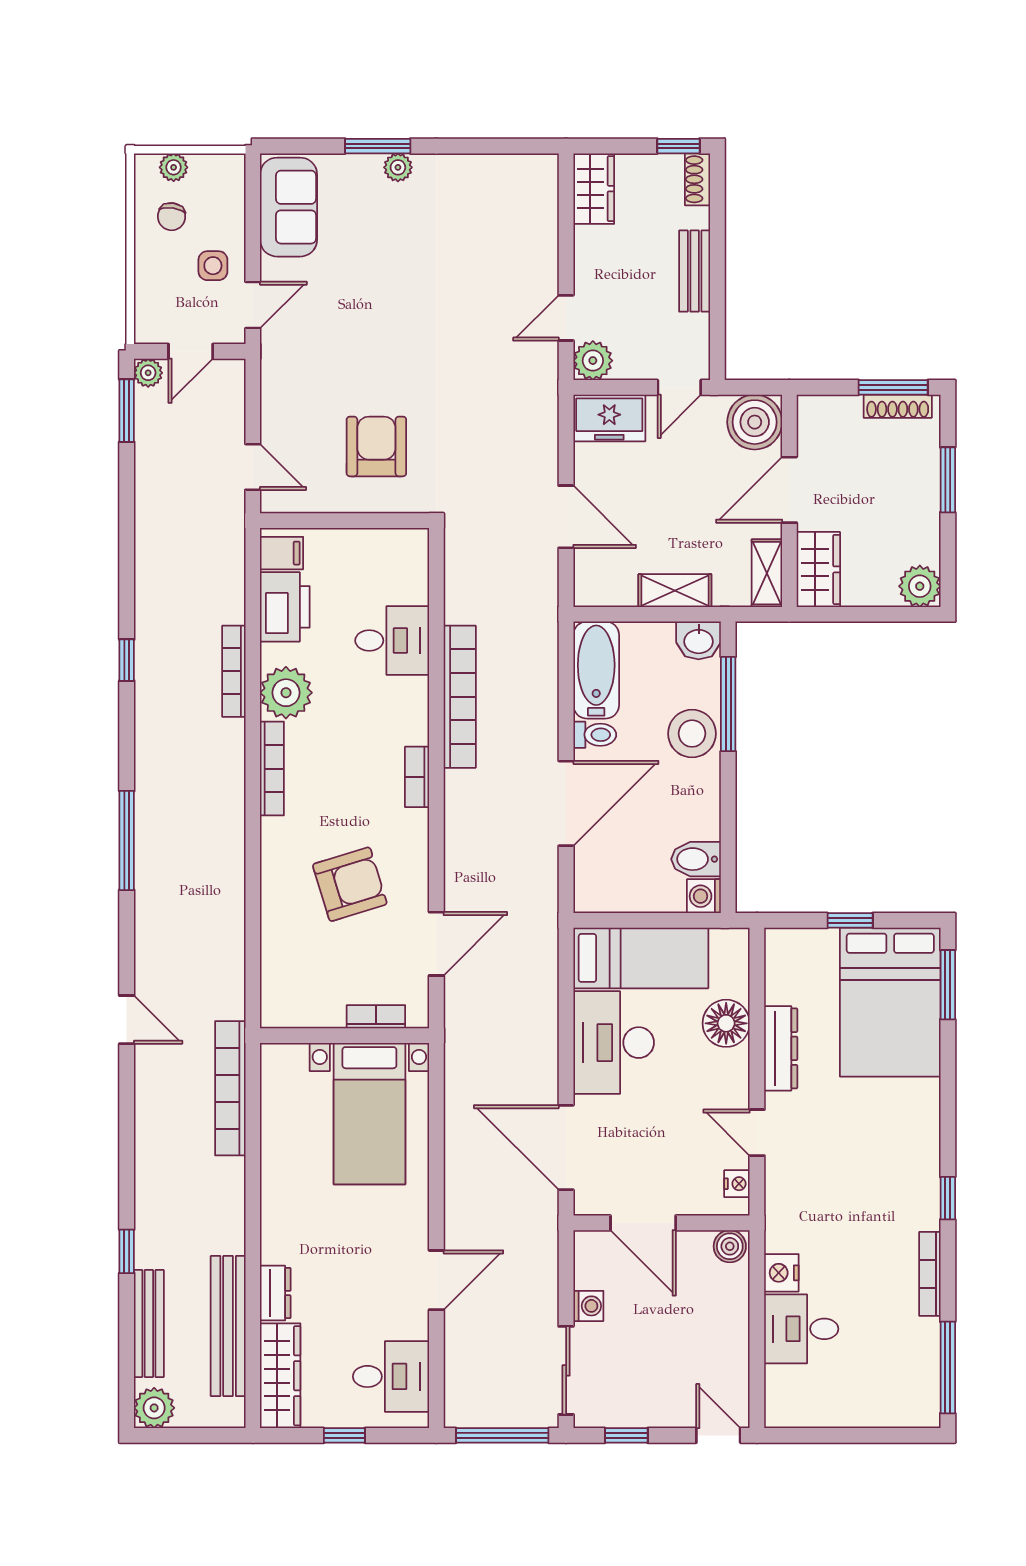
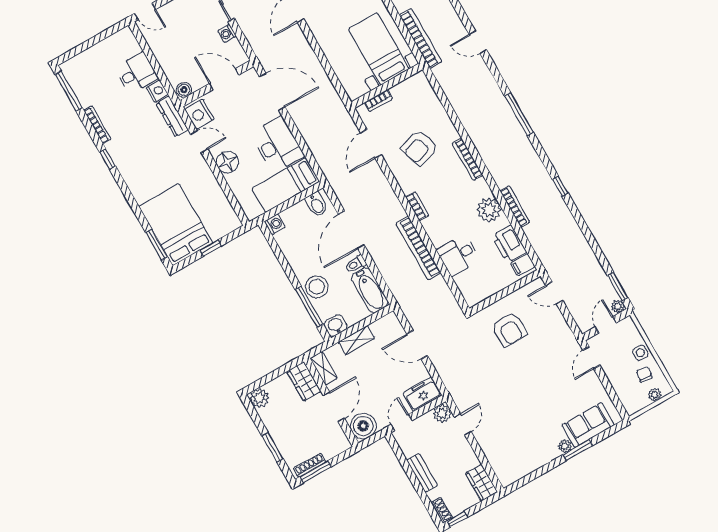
sofa: (289, 207) -> (588, 425), moved, turned 90
side table: (213, 266) -> (640, 353), moved
bookcase: (272, 769) -> (468, 159), moved
bidet: (696, 859) -> (317, 204), moved, turned 90
floor lamp: (726, 1023) -> (227, 162), moved
dresser: (781, 1048) -> (172, 117), moved
bed with nightstands: (369, 1114) -> (379, 49), moved
nightstand: (737, 1184) -> (199, 114), width x1.89, depth x1.79

